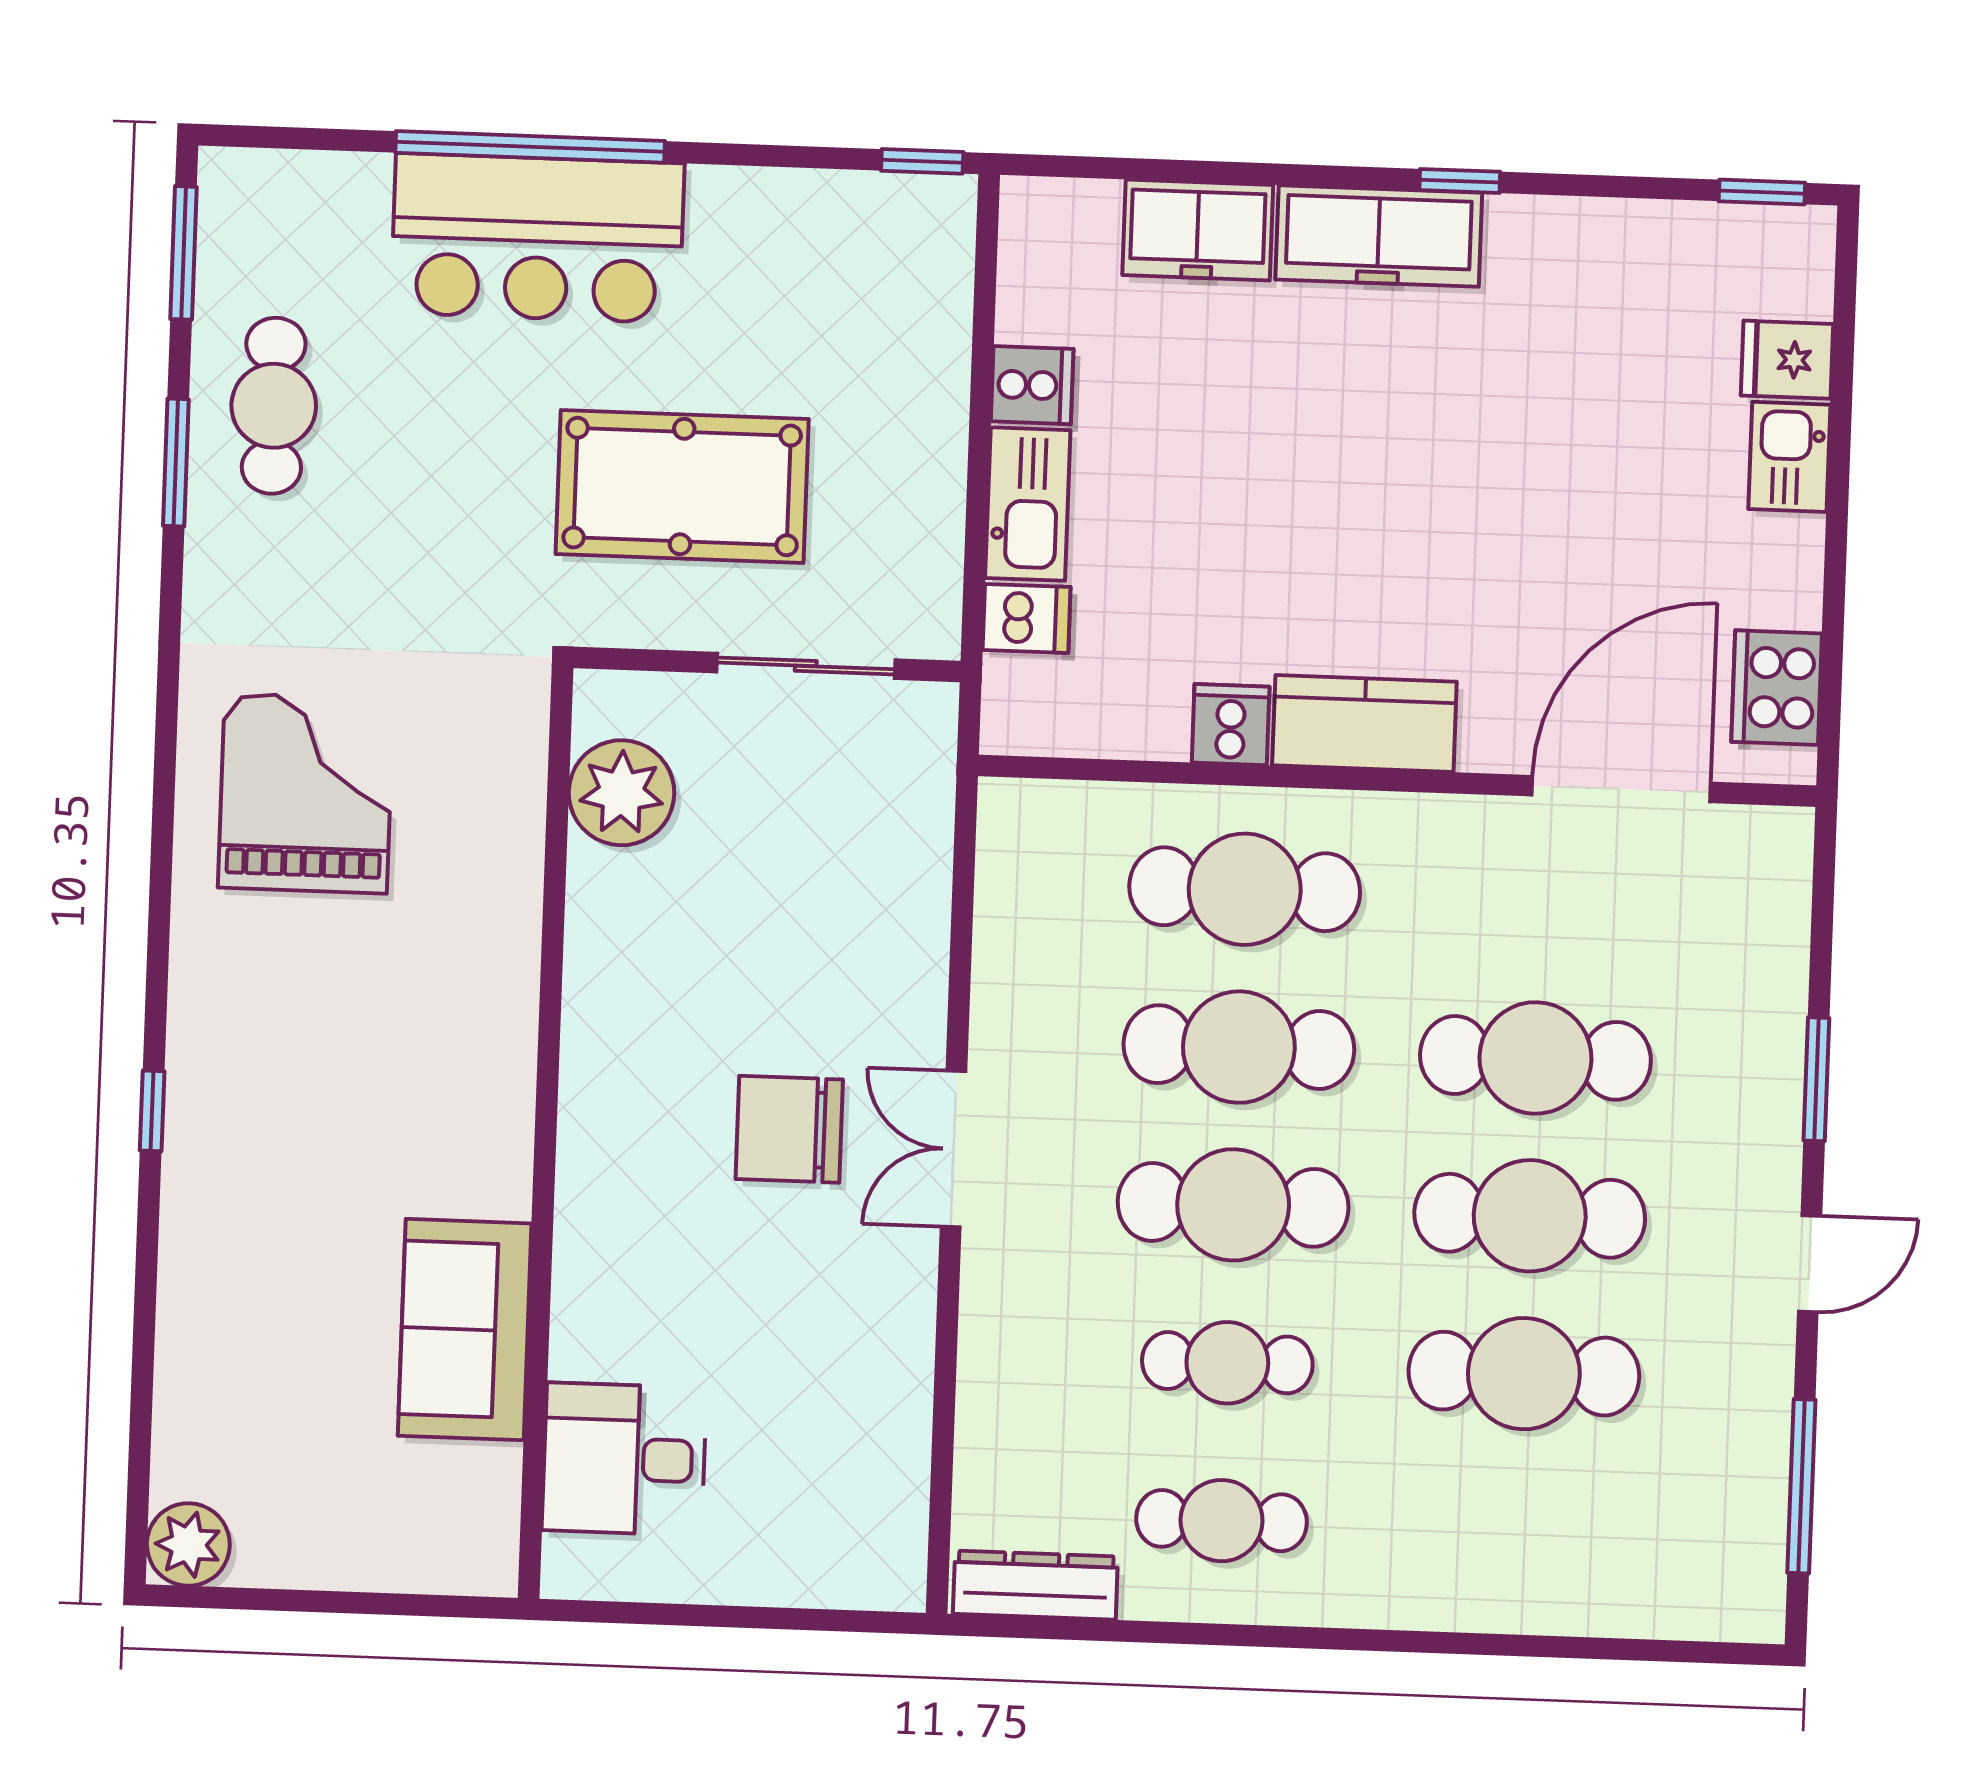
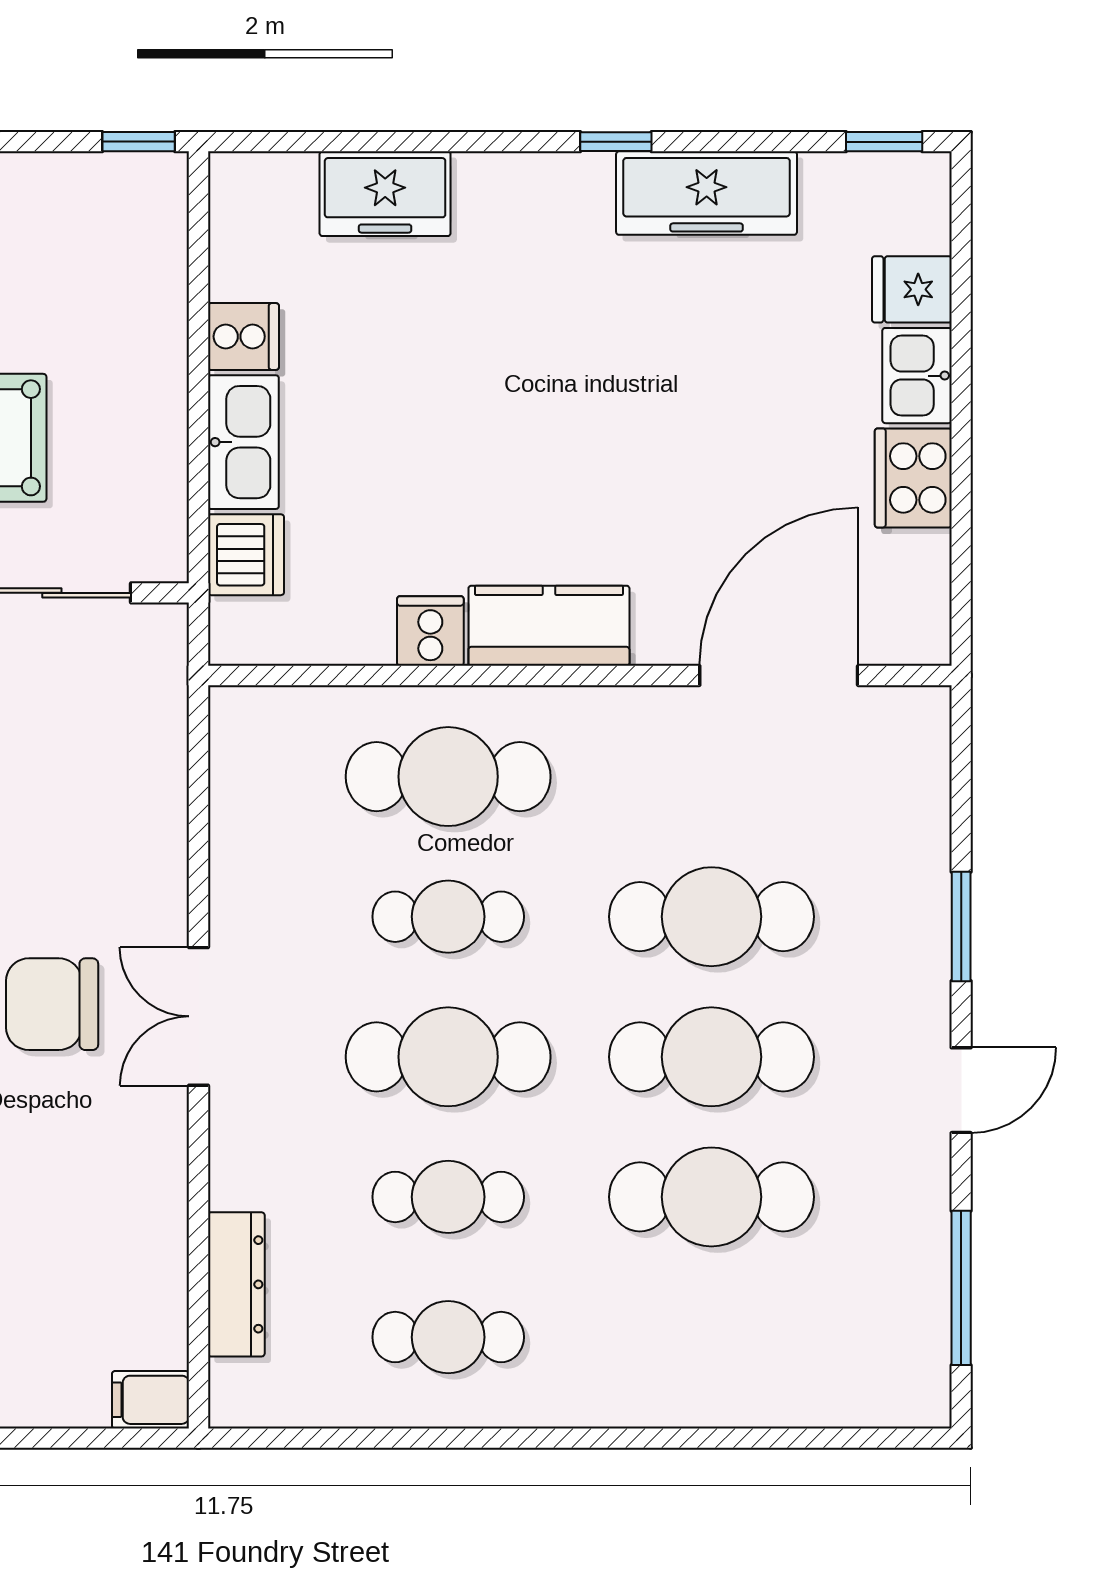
freezer: (1379, 236) -> (707, 193), moved
dishwasher: (1027, 618) -> (246, 555), width x1.38
cooker: (1777, 688) -> (913, 478), moved
cafe table: (1239, 1047) -> (448, 917), width x0.73, depth x0.74
filing cabinet: (884, 1579) -> (150, 1400), added
dresser: (1035, 1585) -> (236, 1284), moved, turned 90

